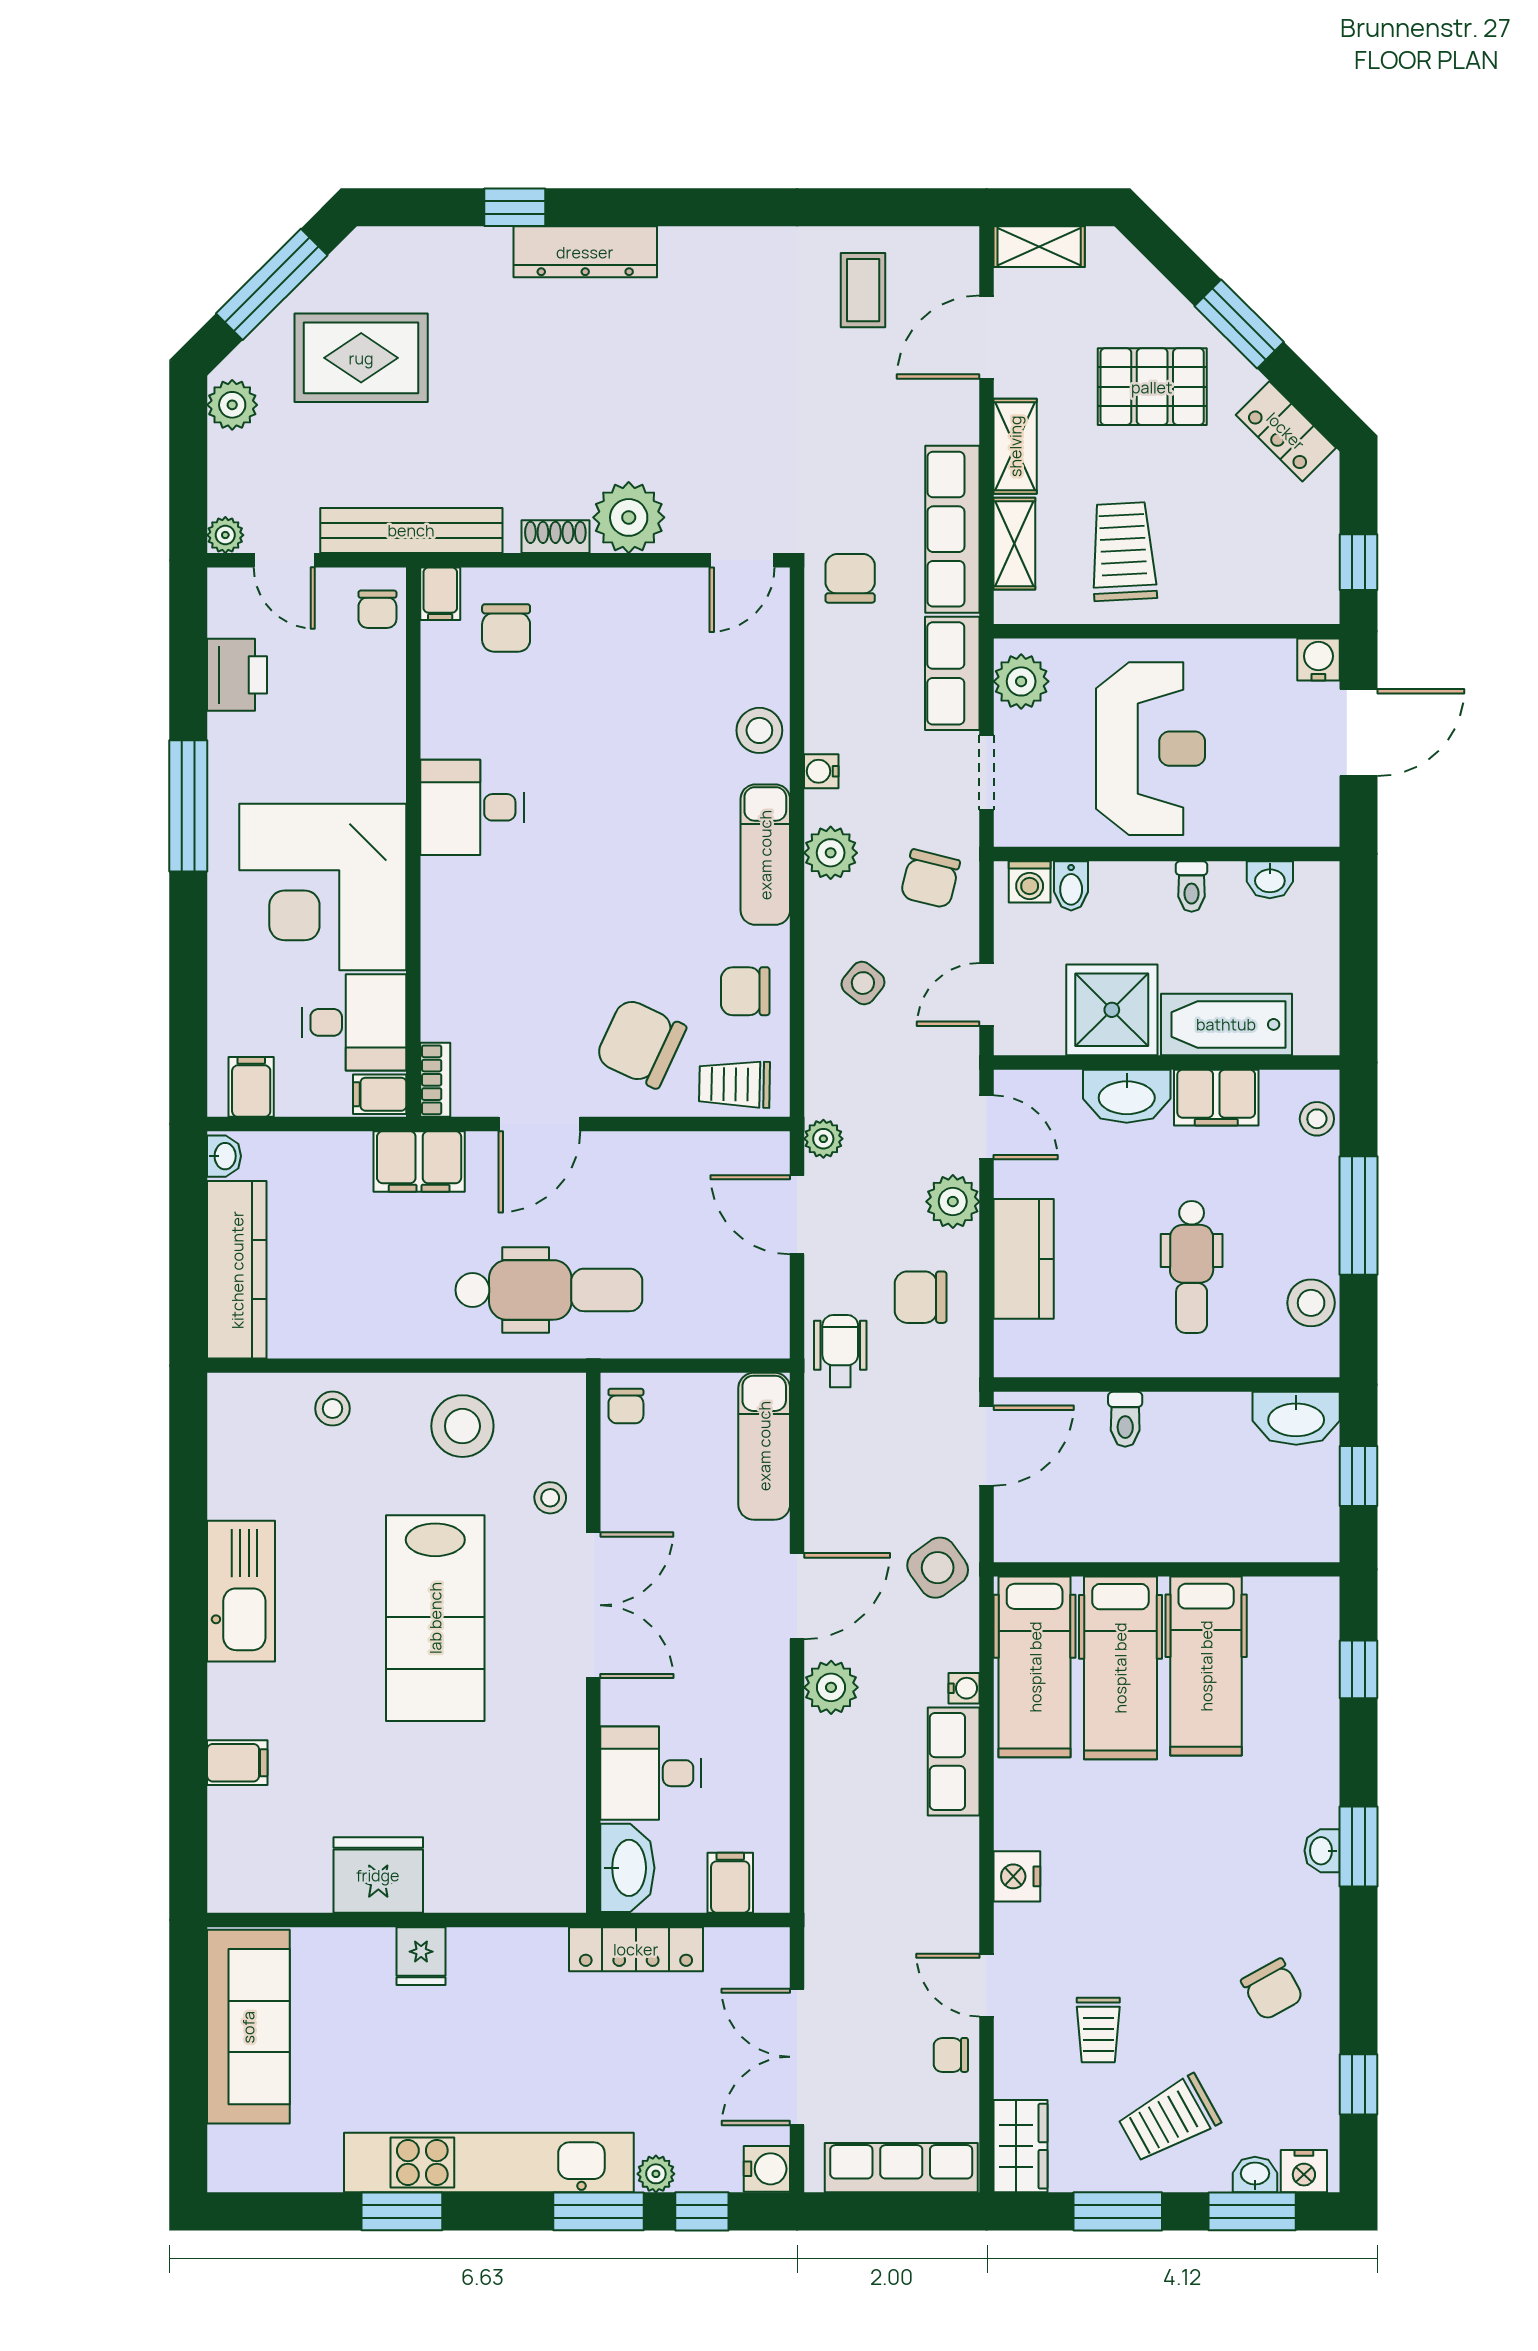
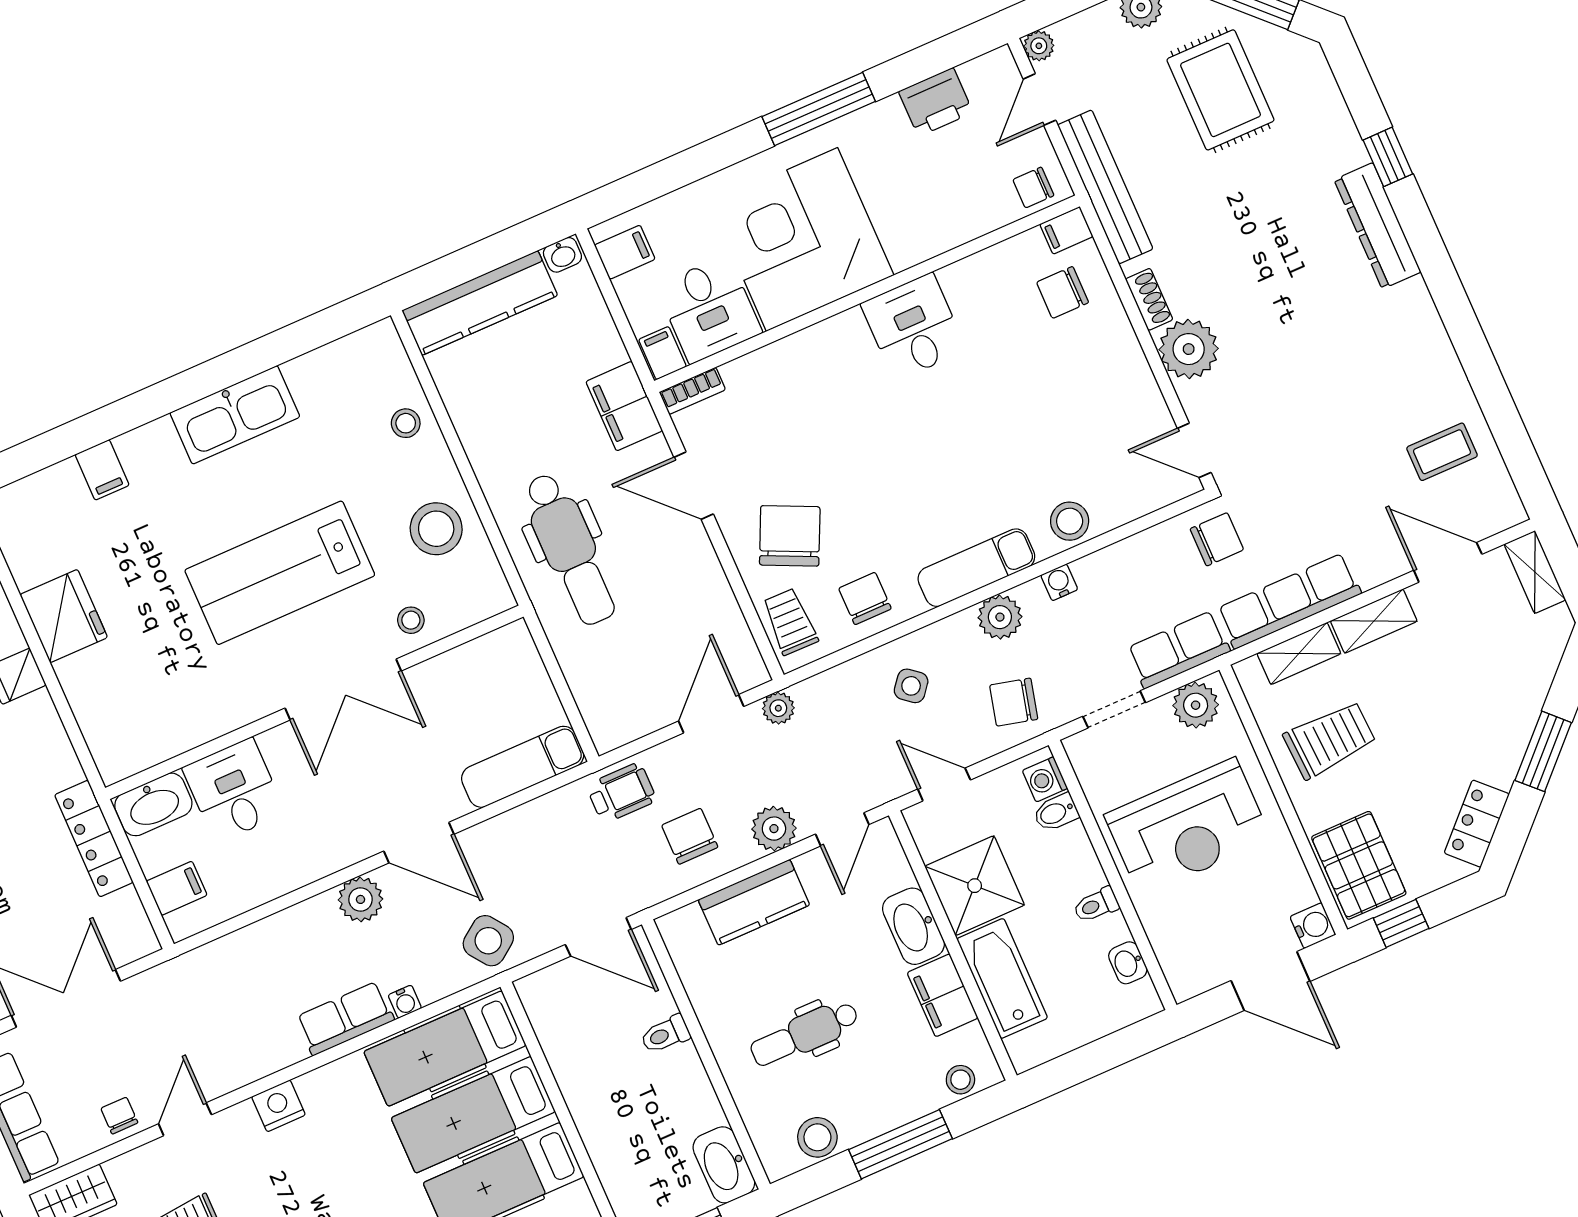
pallet: (1152, 387) -> (1359, 865), moved
chair: (626, 1406) -> (507, 647), removed

